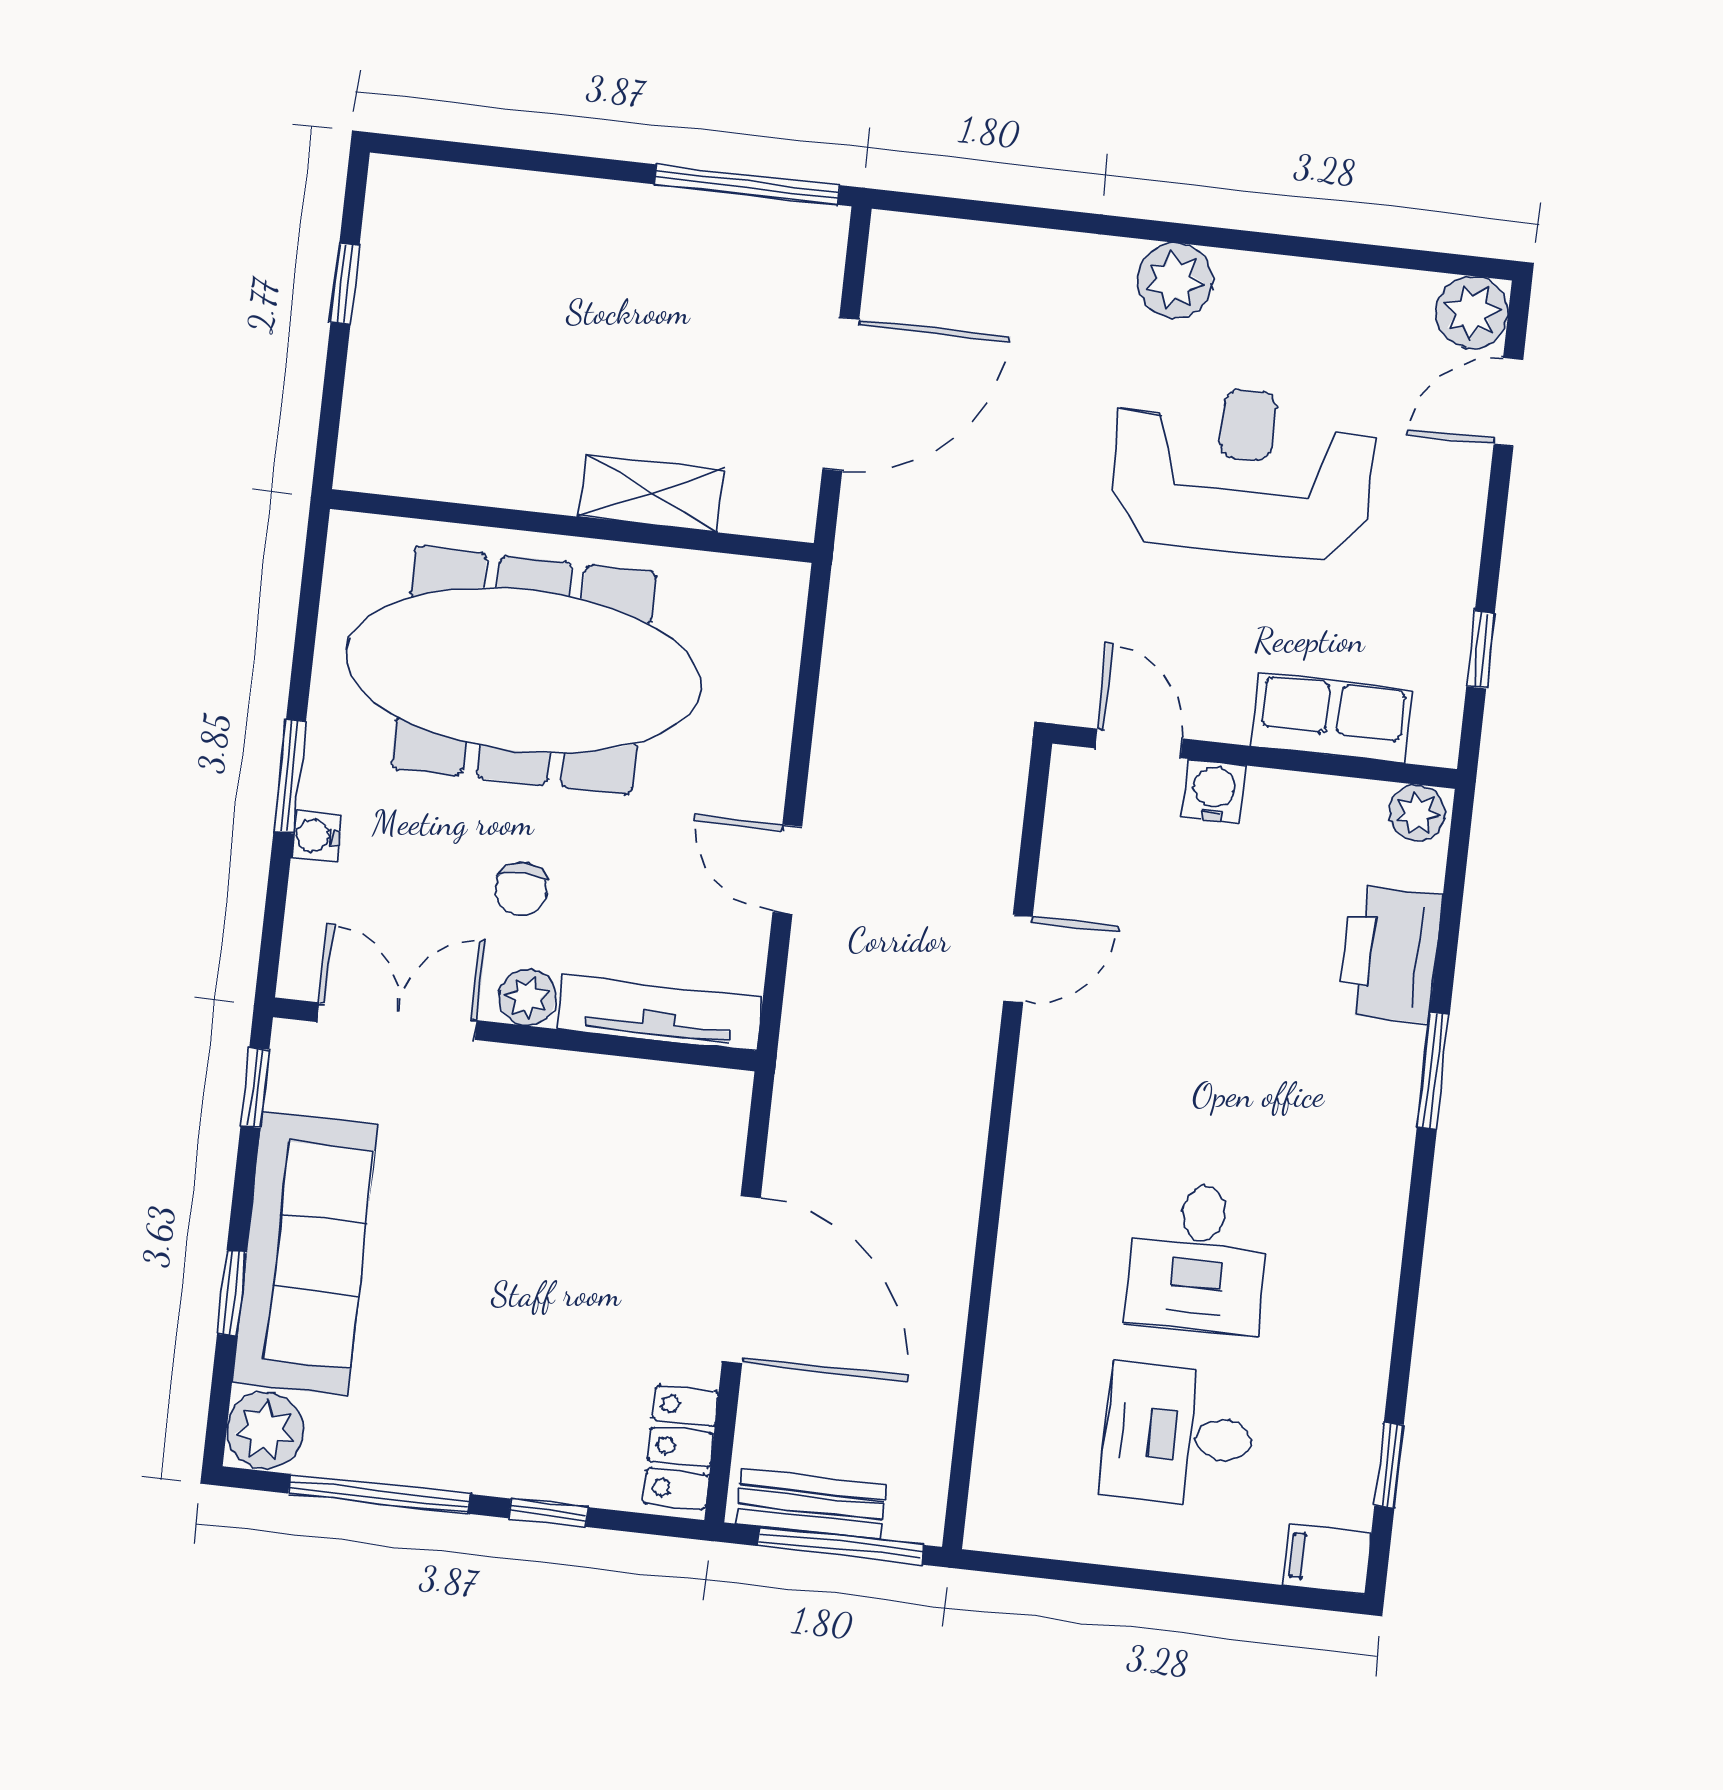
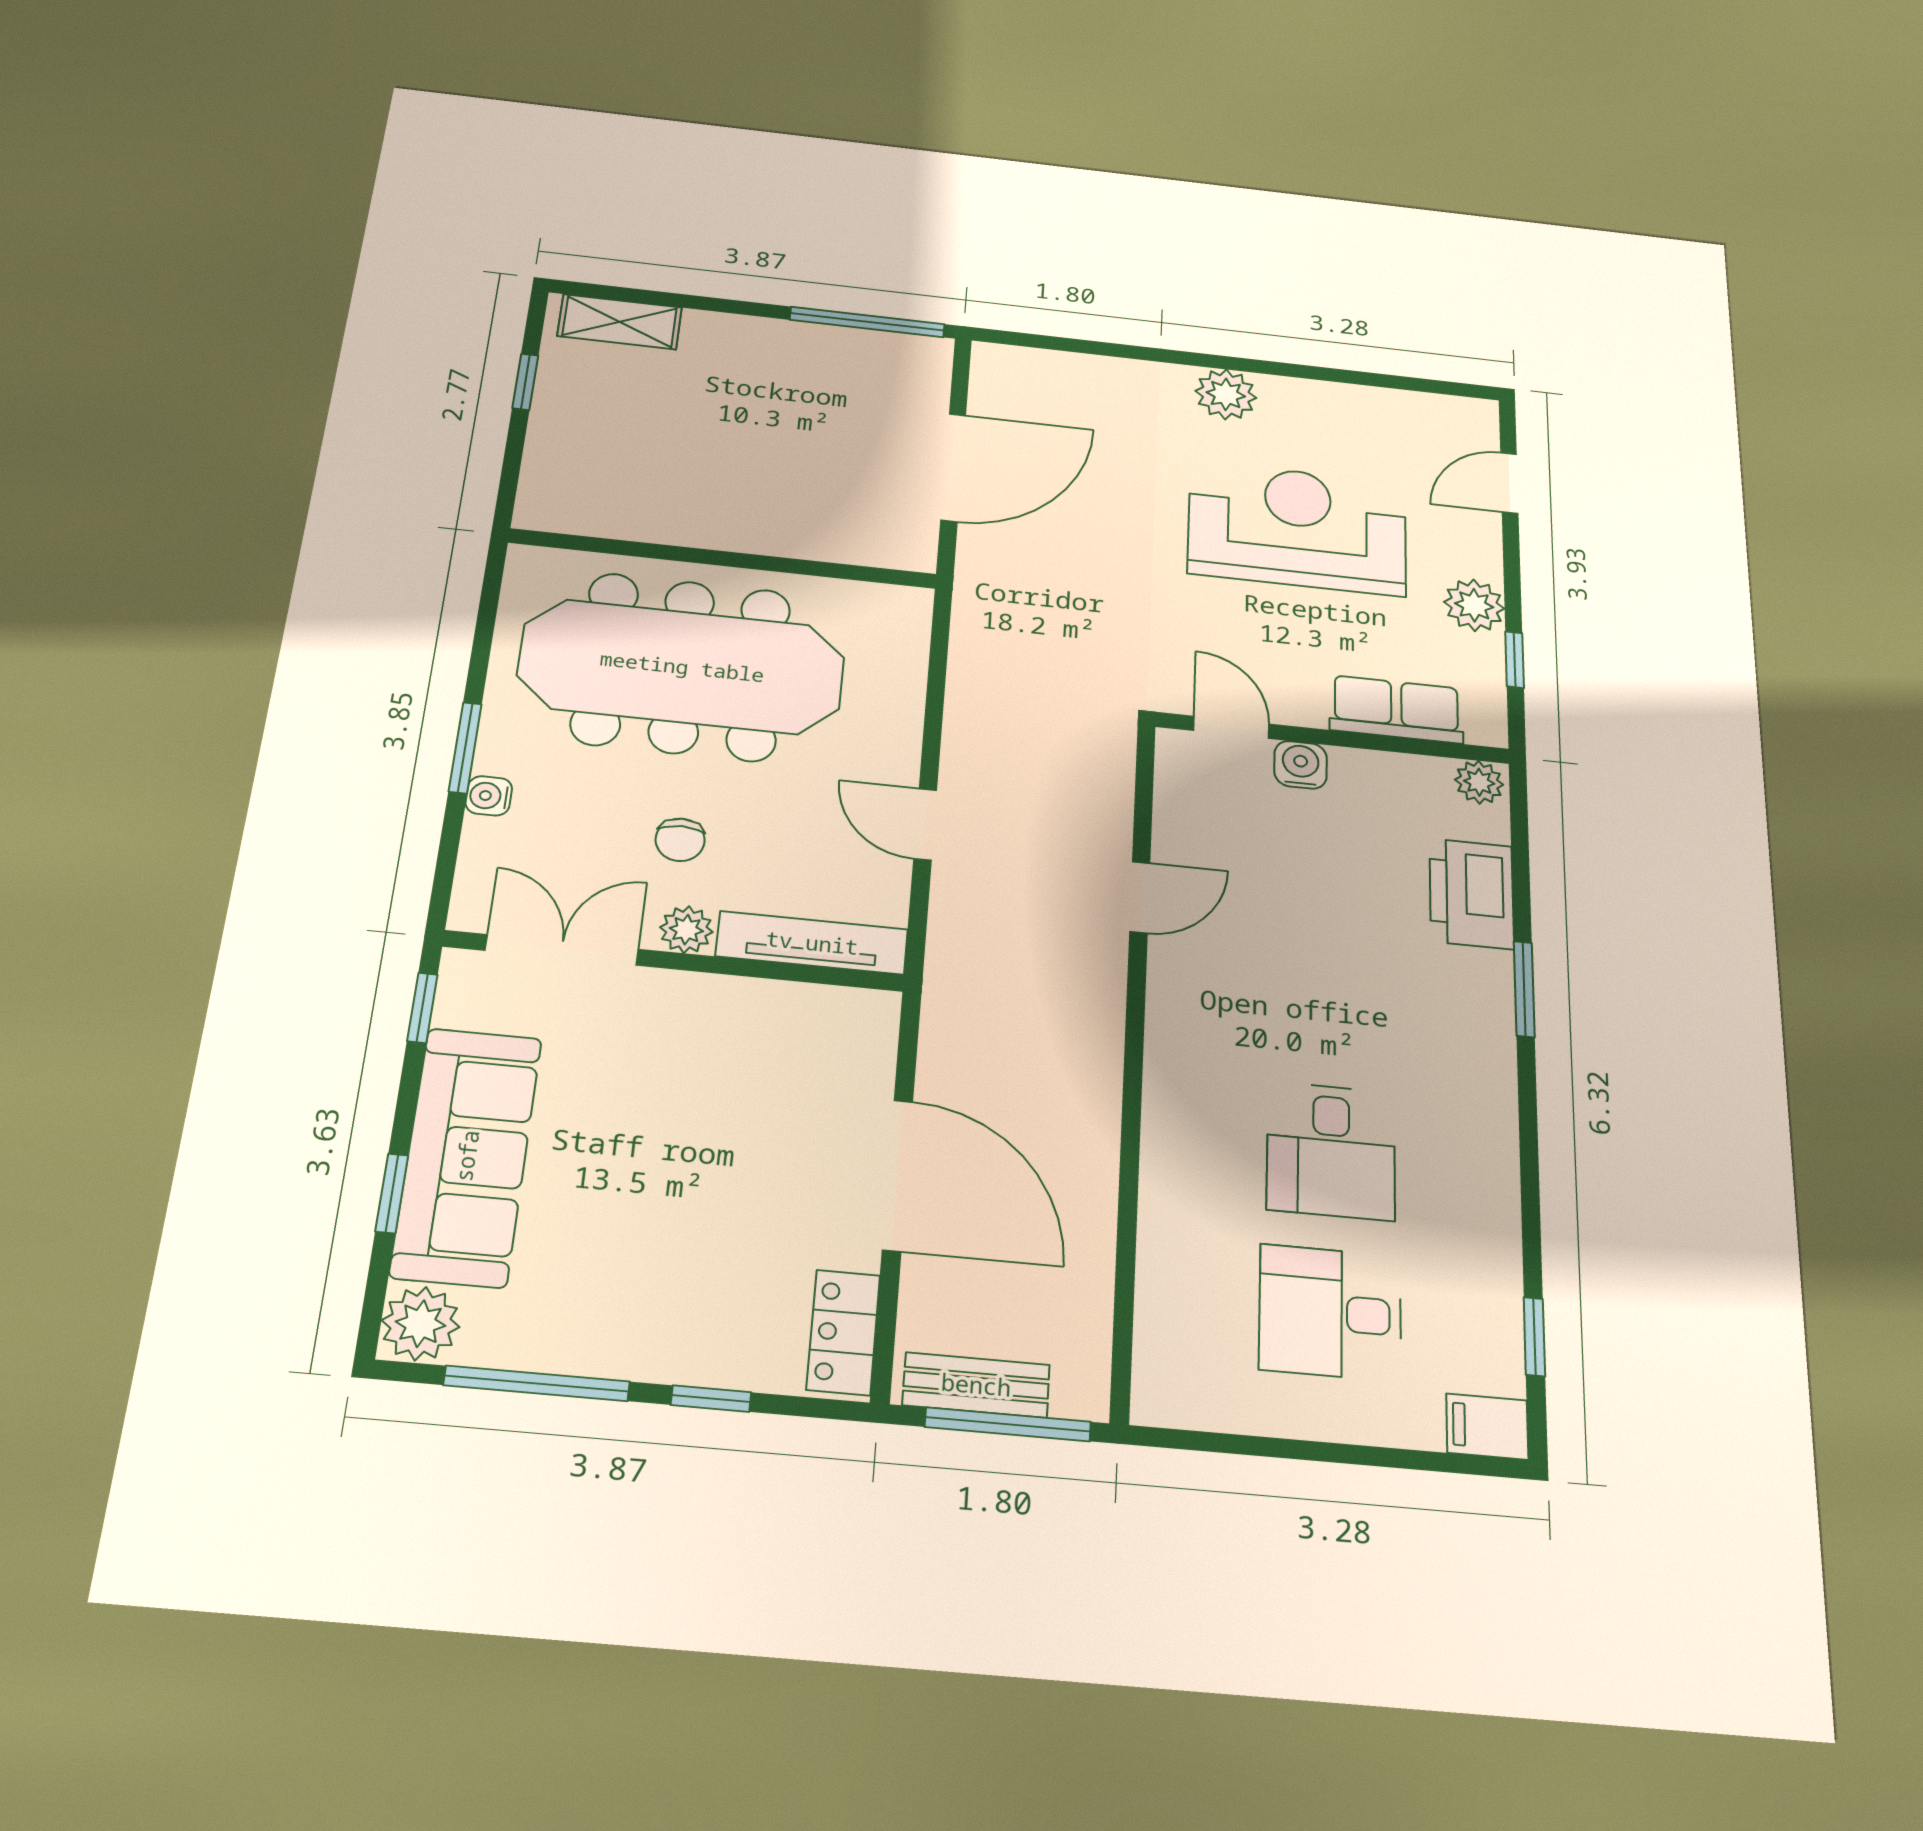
plant: (1472, 312) -> (1474, 605), moved
shelving: (651, 493) -> (620, 322), moved

